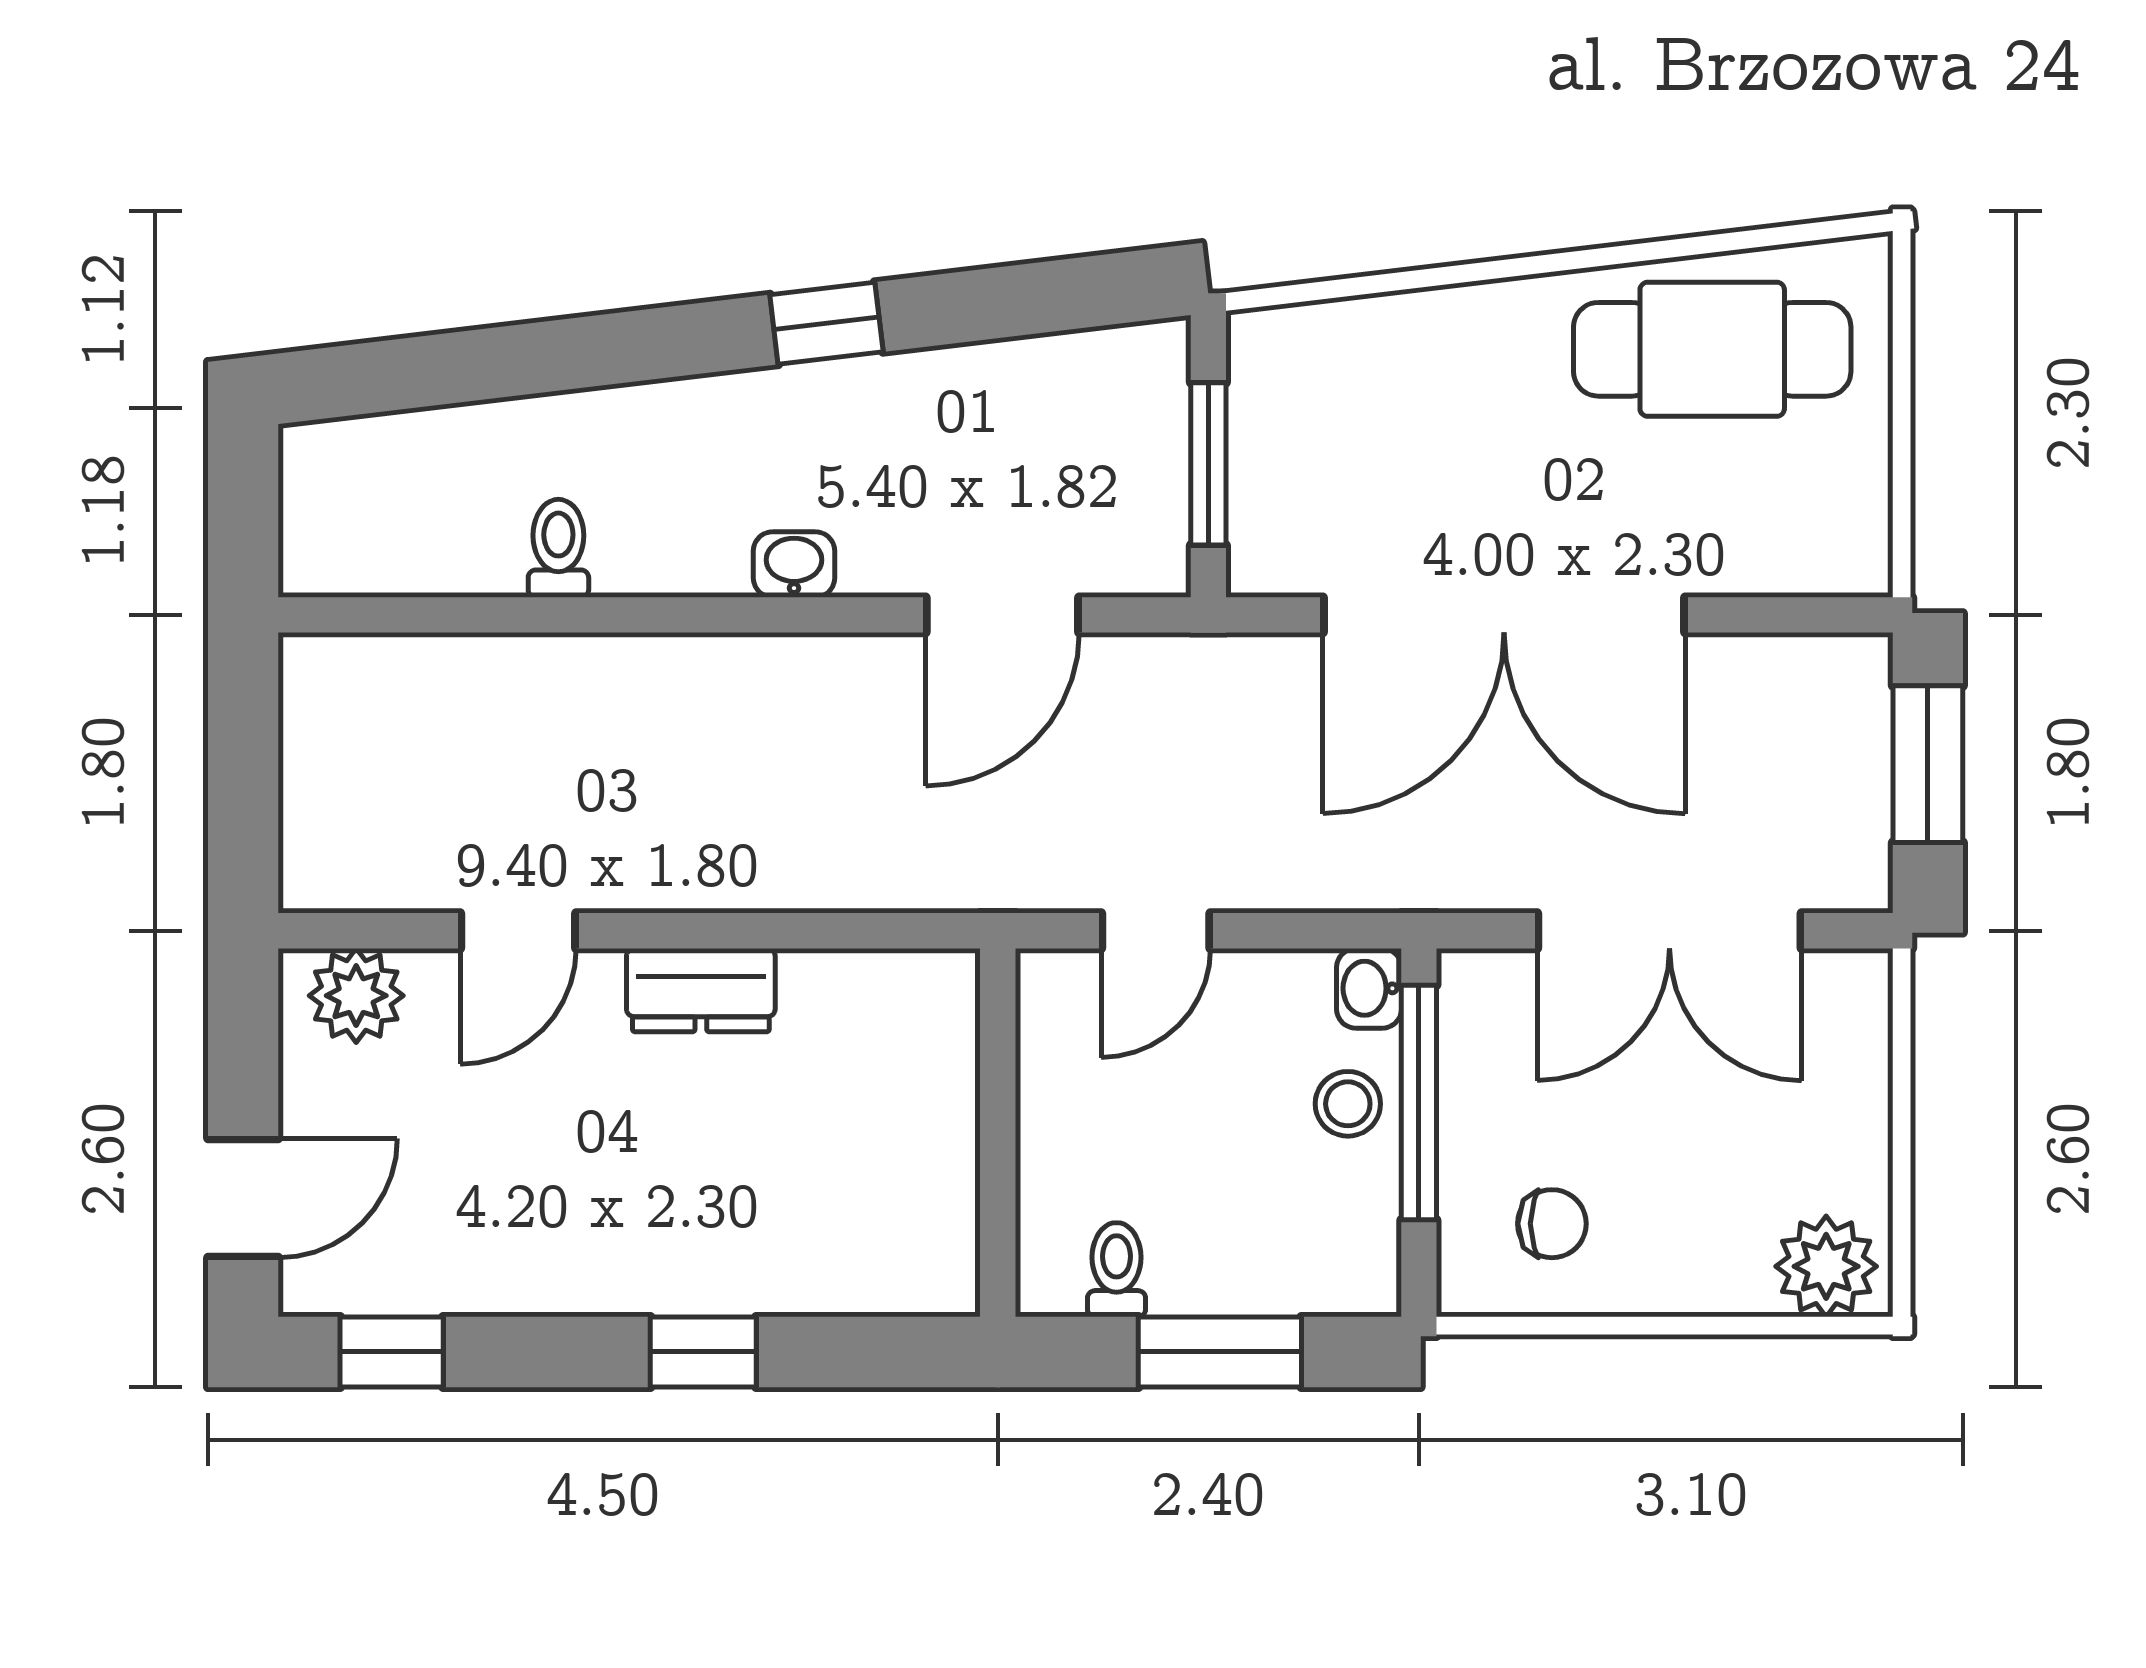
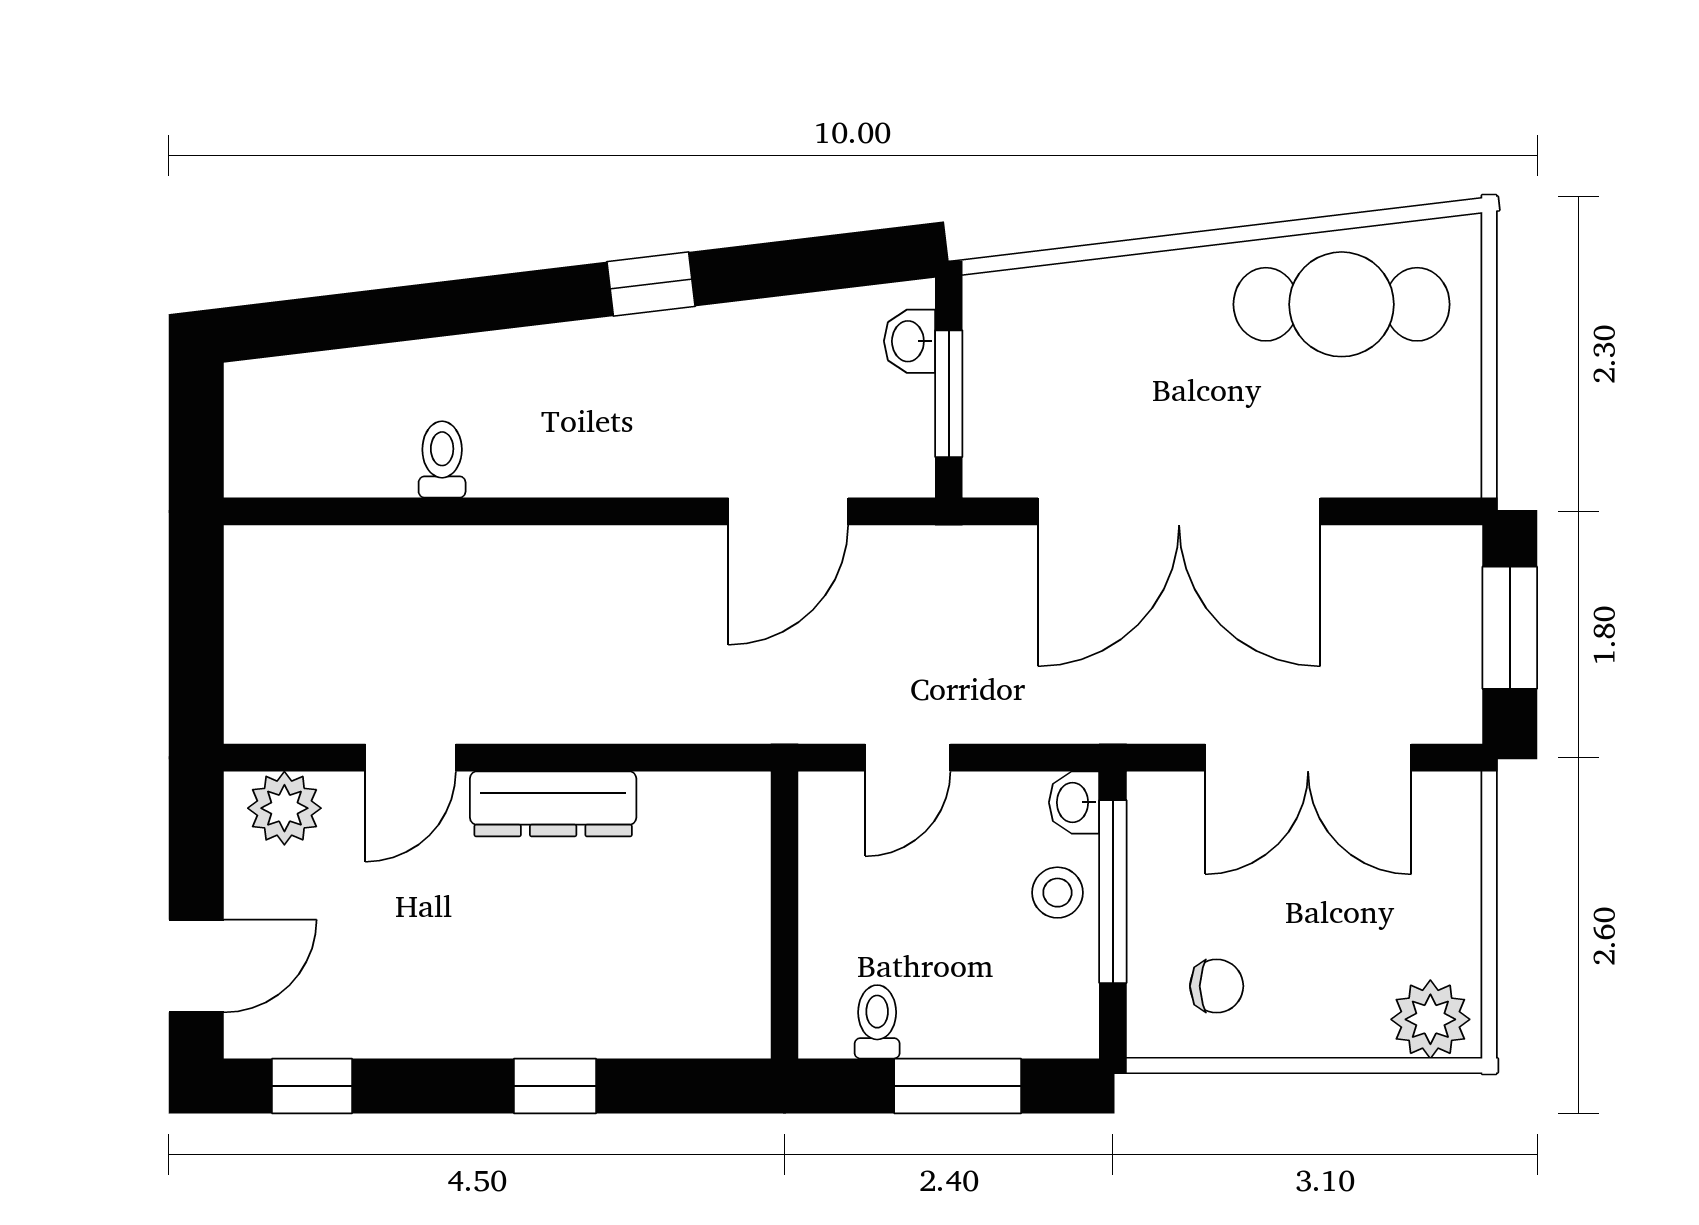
washbasin: (794, 564) -> (909, 341), moved, turned -90
dresser: (701, 990) -> (553, 804), width x1.44

